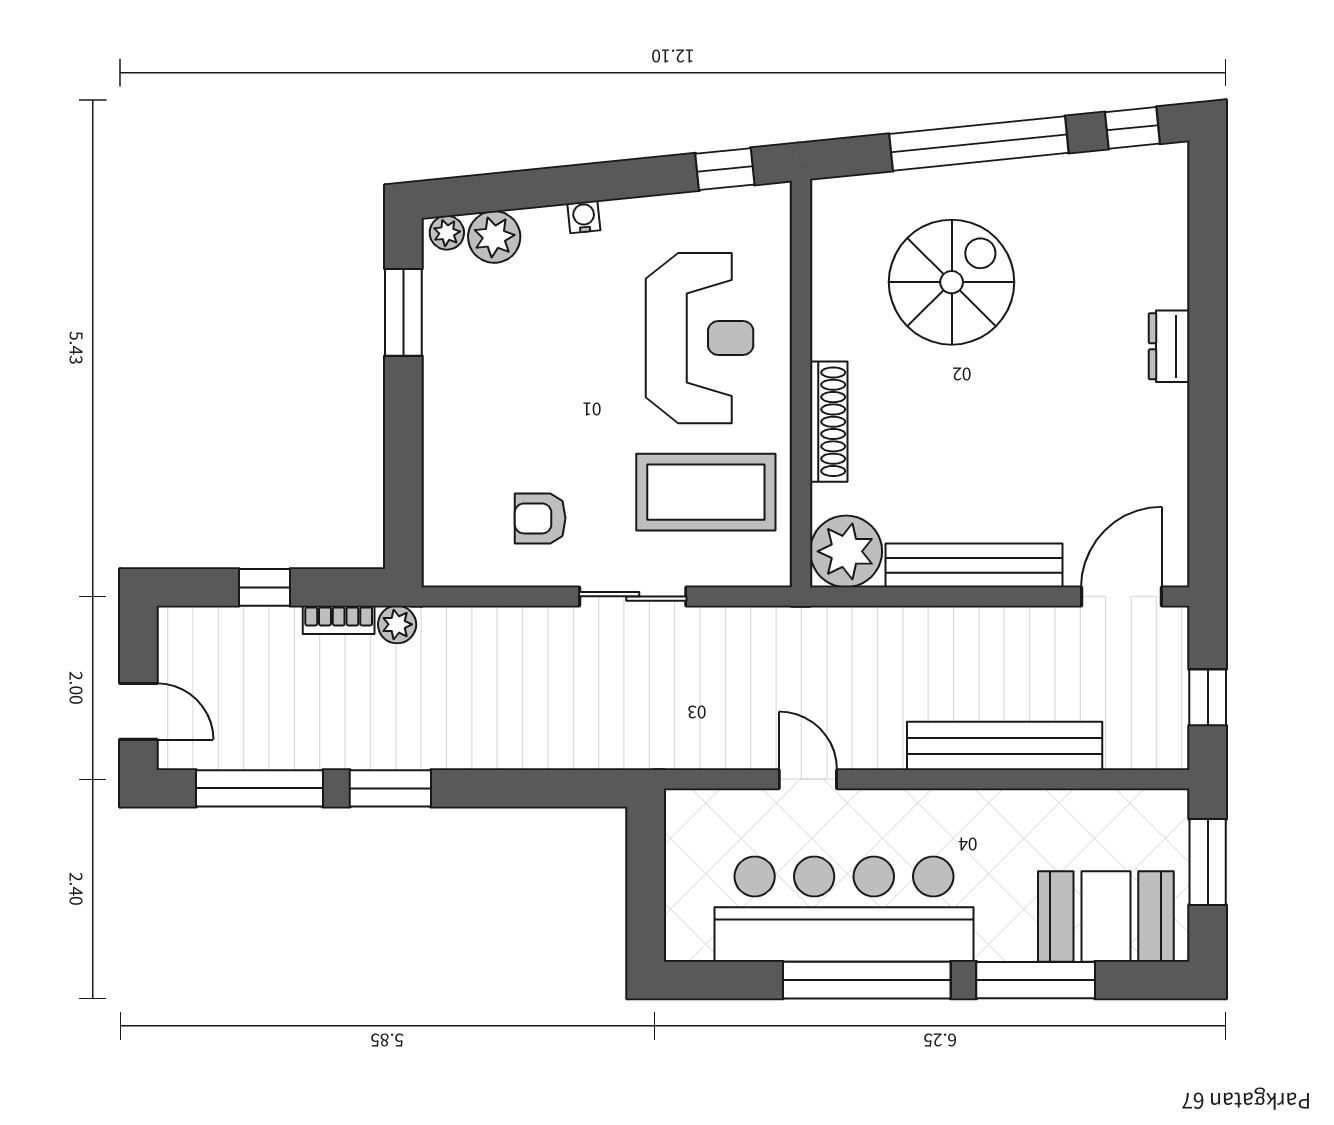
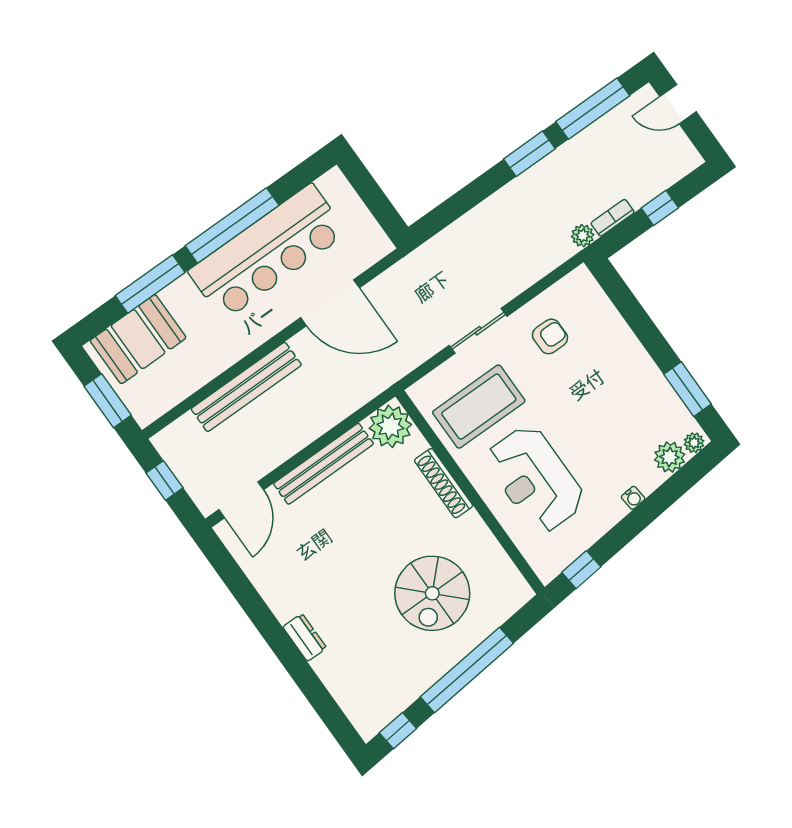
door: (808, 779) -> (330, 303), width x1.88

